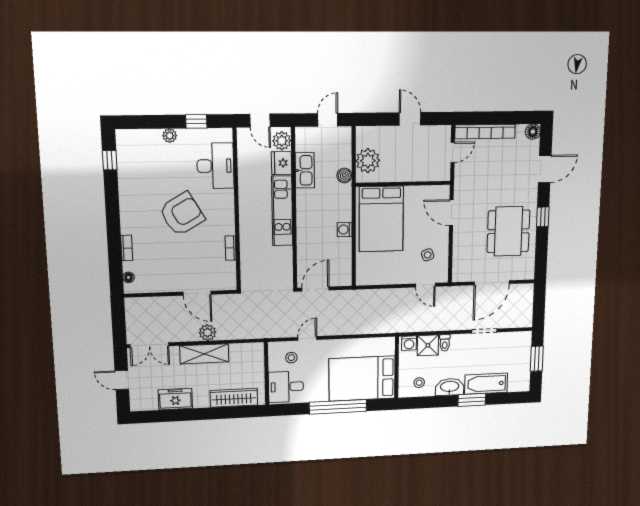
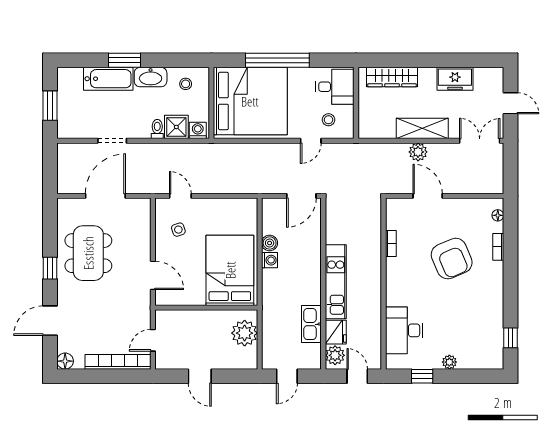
boiler: (344, 175) -> (270, 243), moved
armchair: (182, 214) -> (452, 259), moved, turned -83
bed: (362, 378) -> (250, 101), width x1.36

